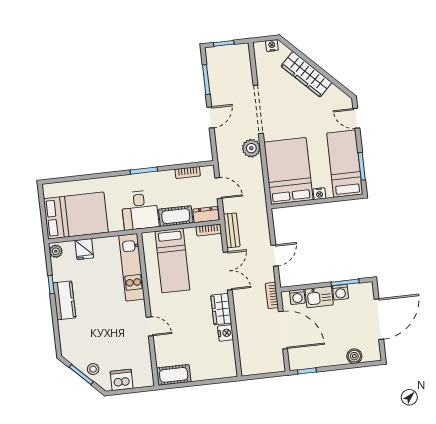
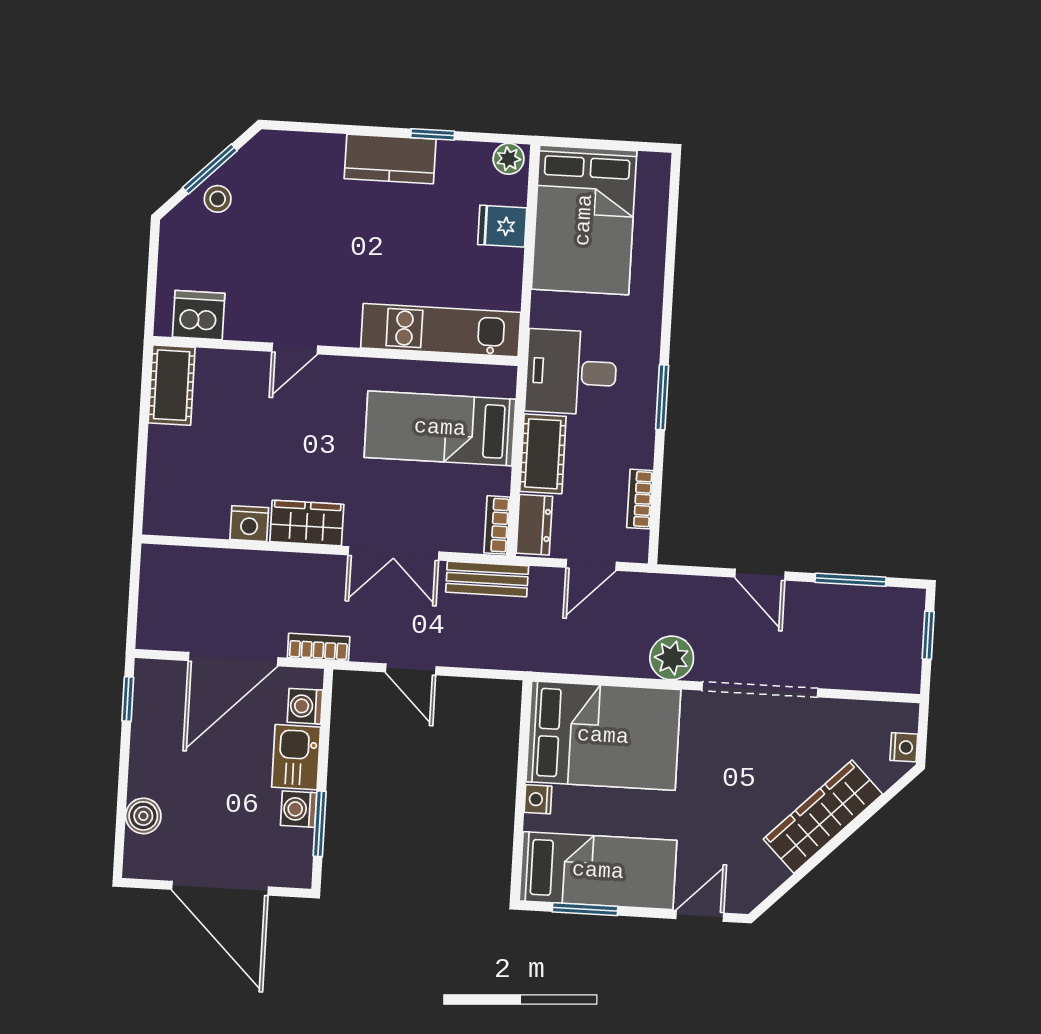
dishwasher: (122, 380) -> (199, 315), moved, turned -90

